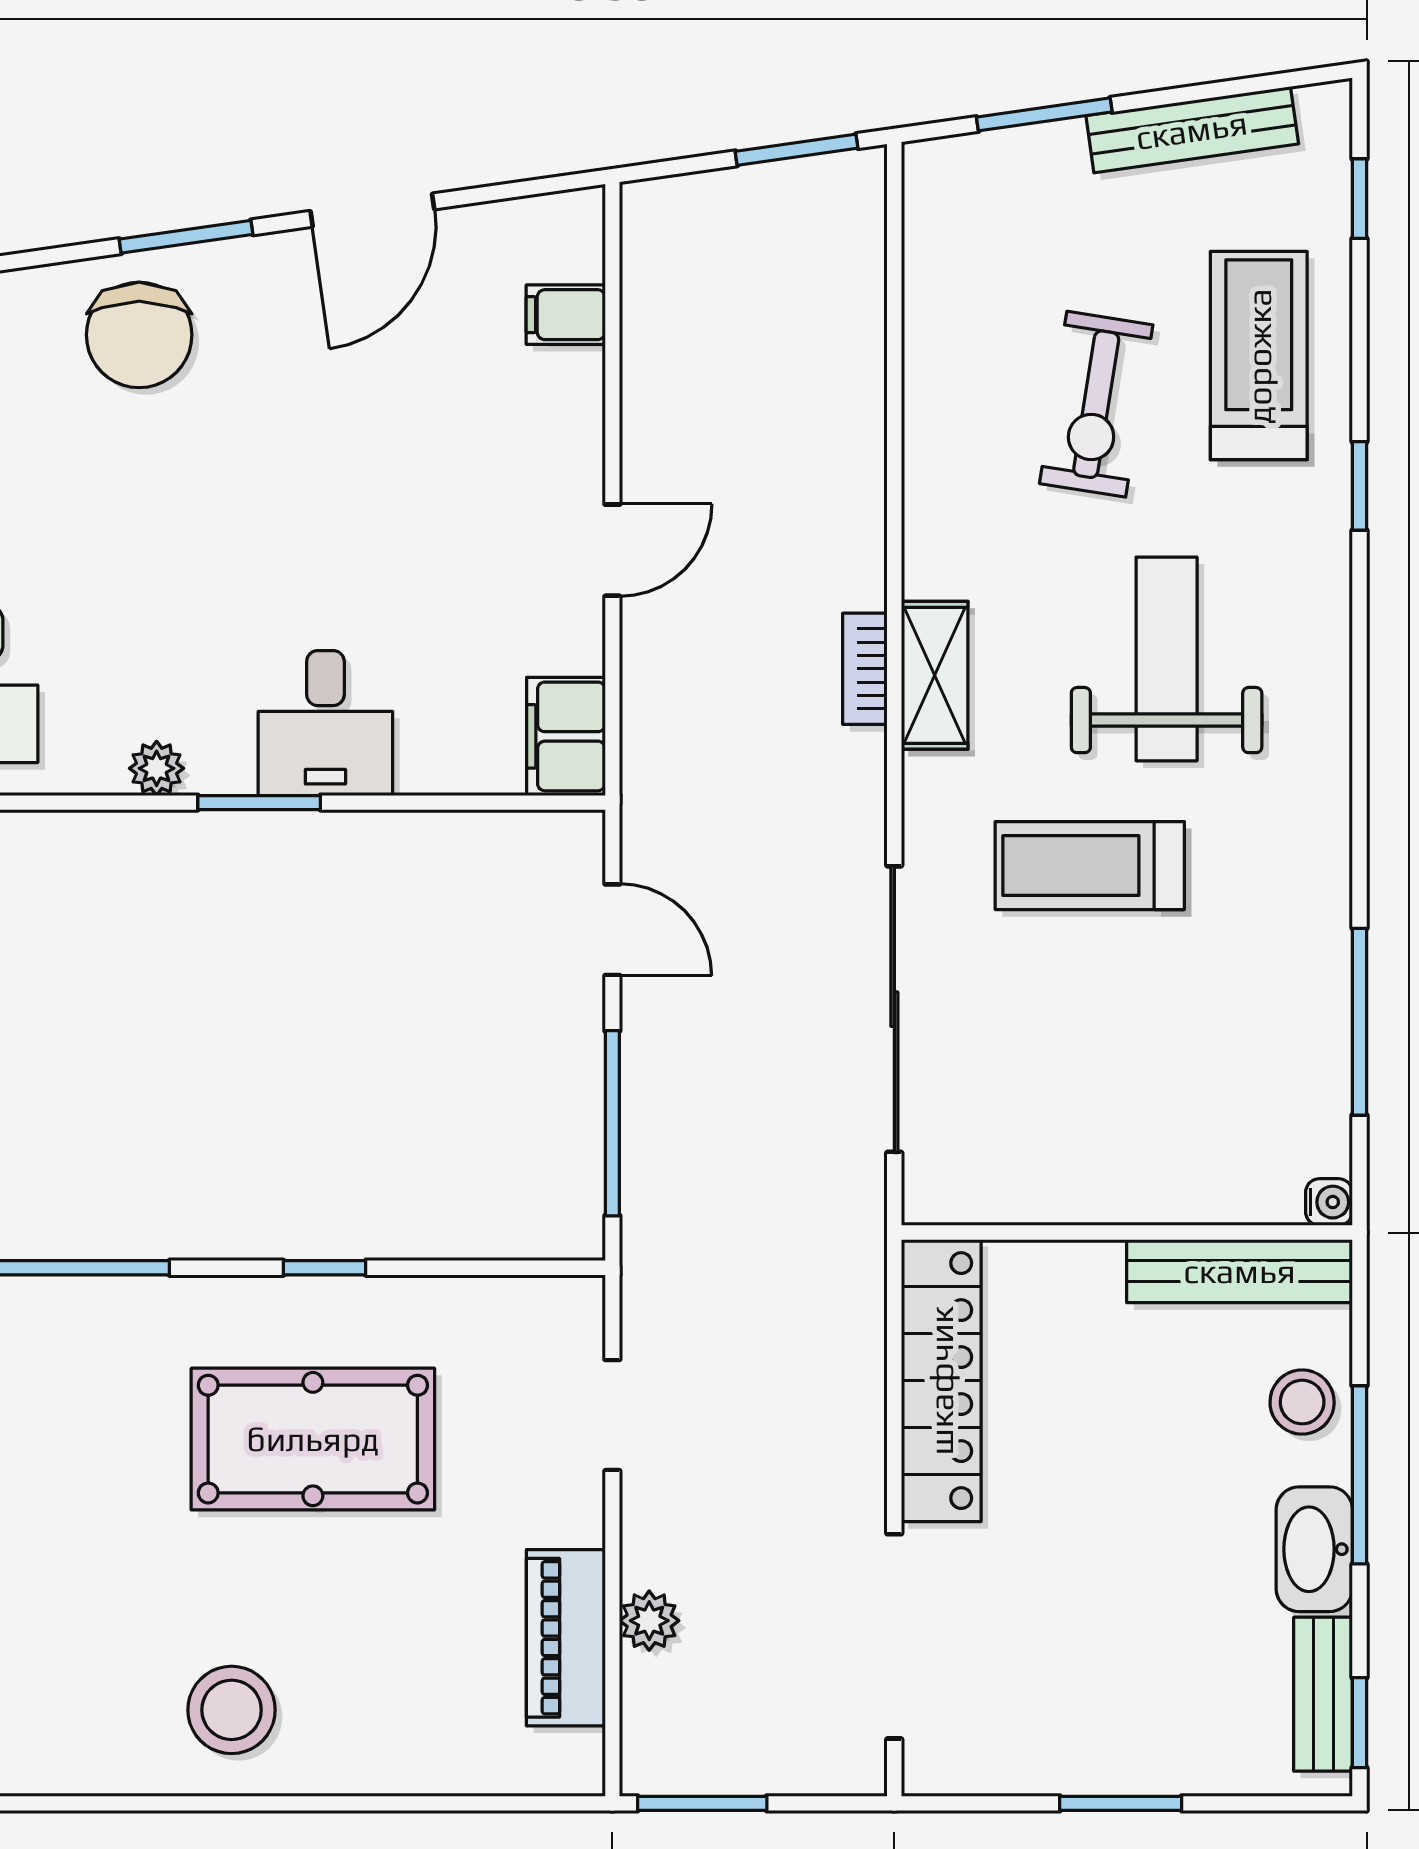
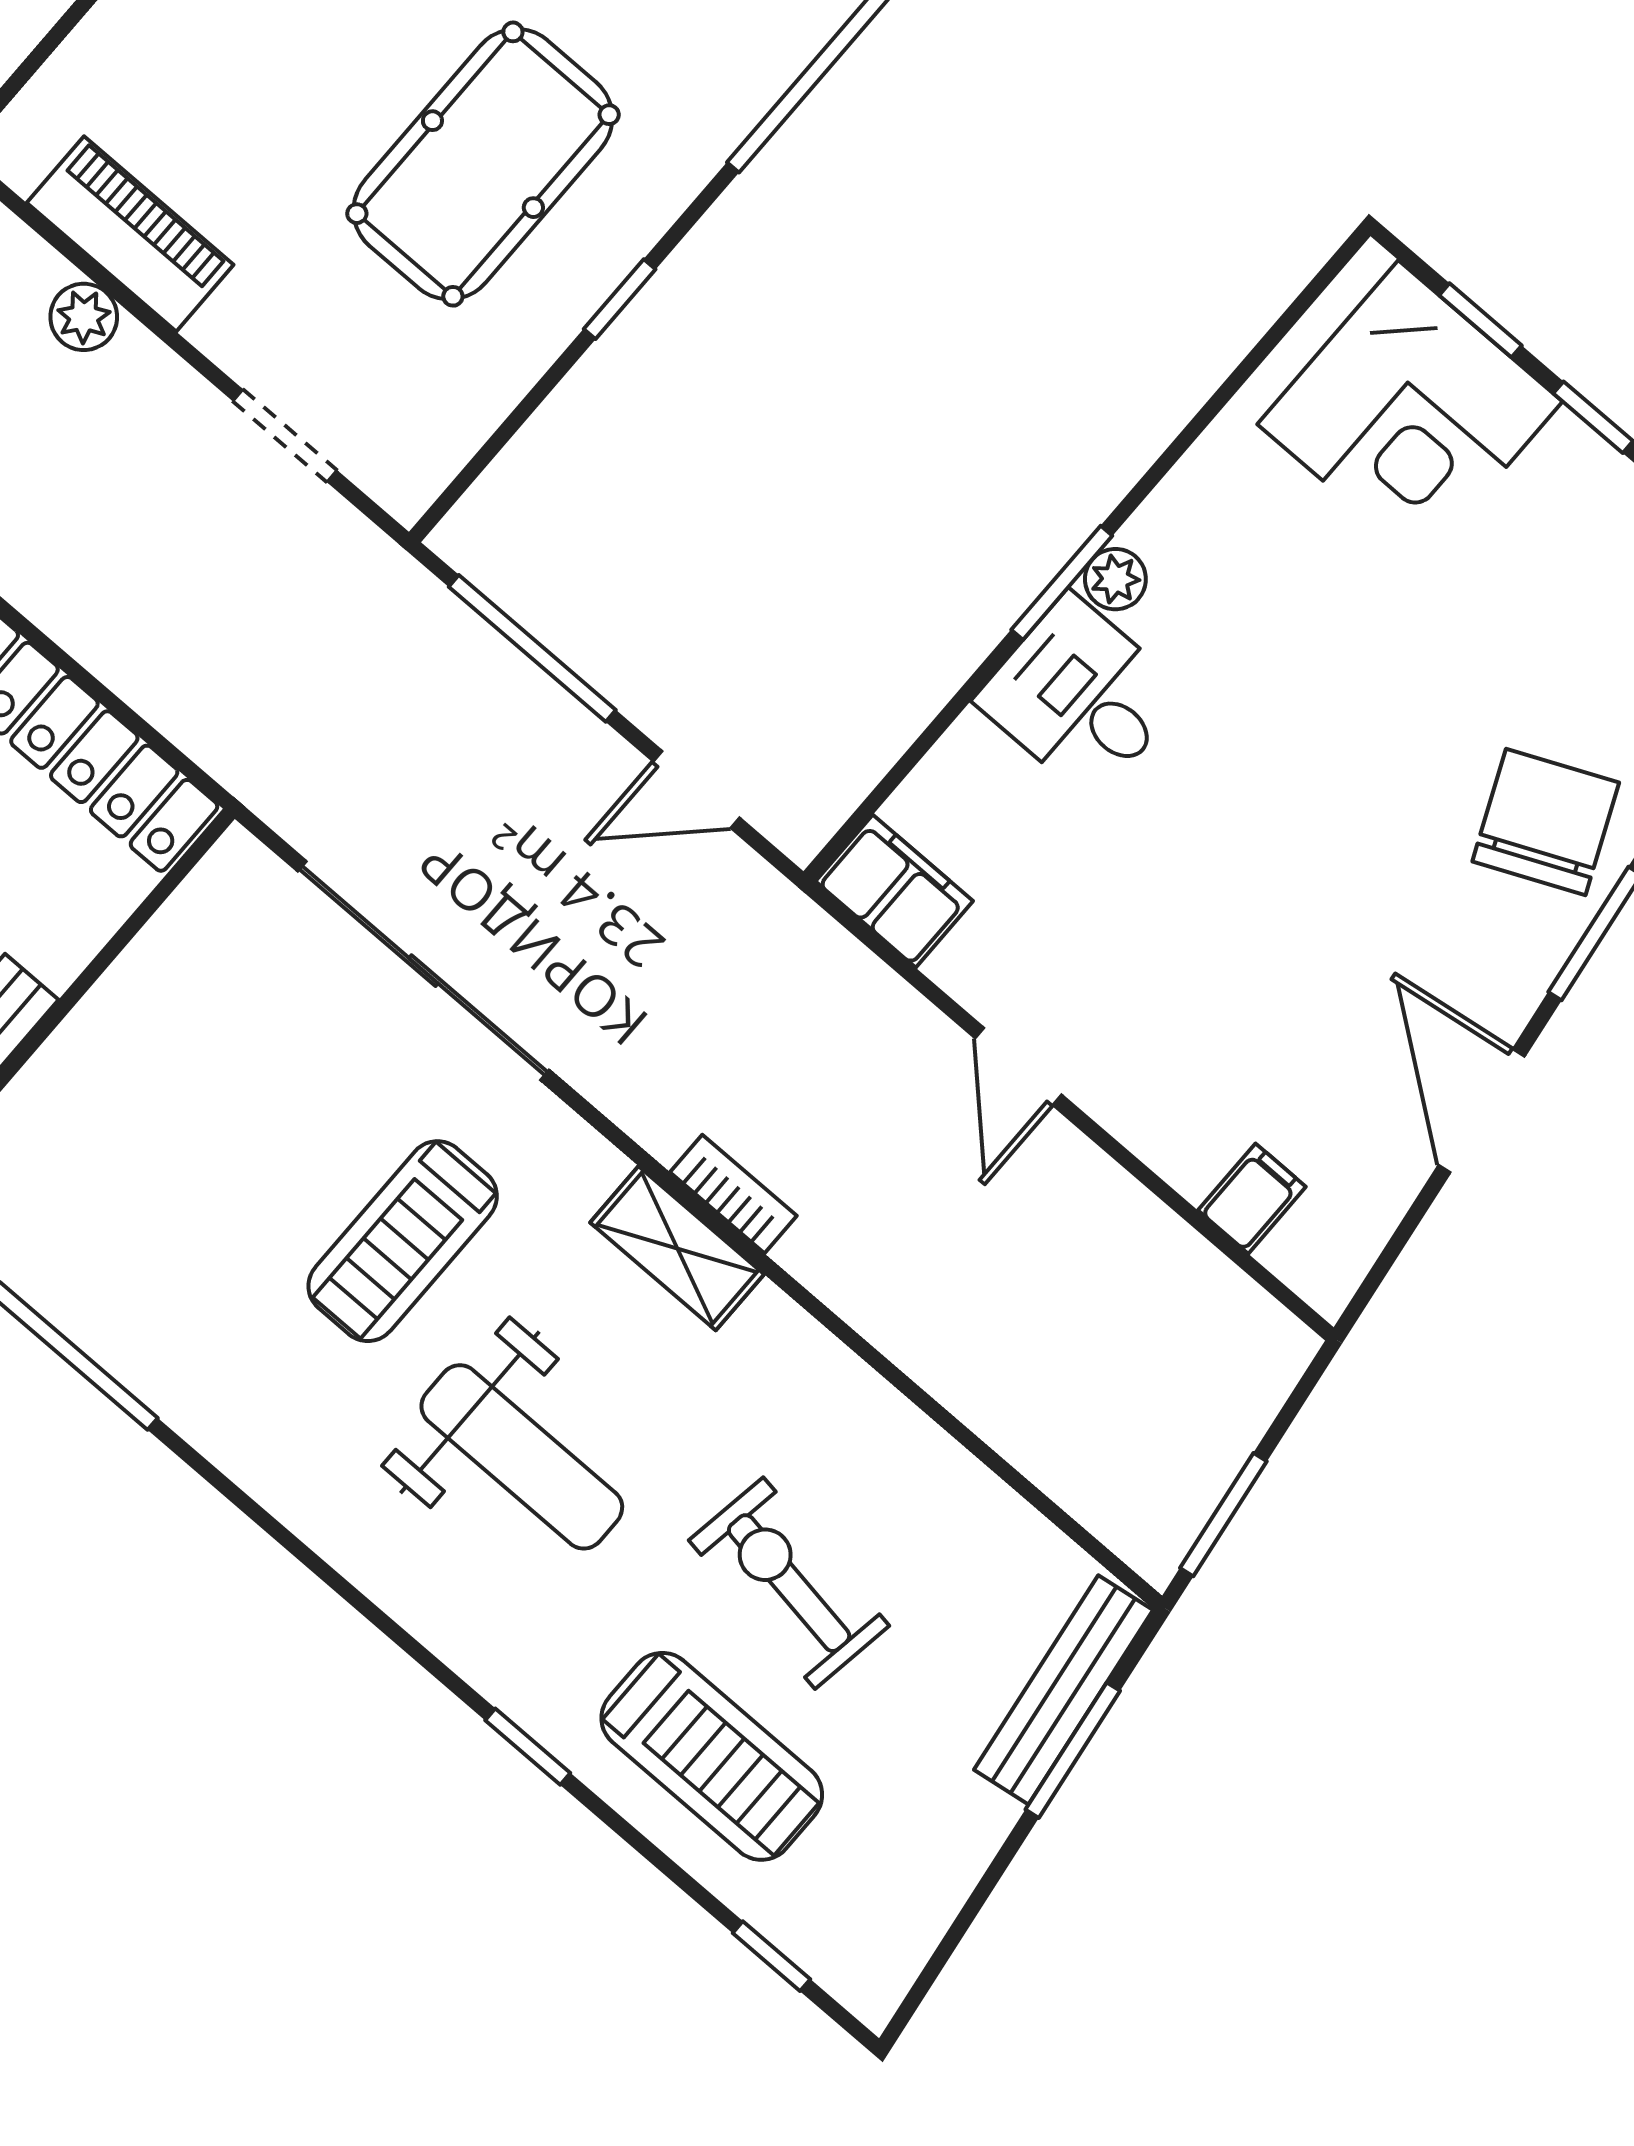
bench: (1192, 130) -> (1063, 1690), moved
chair: (139, 335) -> (1546, 822), turned 66
plant: (157, 768) -> (1115, 579), moved
treadmill: (1090, 866) -> (403, 1241), turned 180

